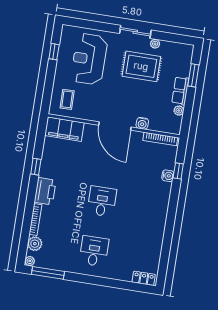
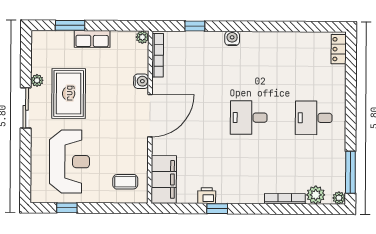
reception desk: (89, 59) -> (70, 162), turned -90
plant: (179, 110) -> (142, 37), moved
water cooler: (168, 176) -> (232, 38), moved
printer: (45, 191) -> (207, 196), moved, width x0.53, depth x0.68

